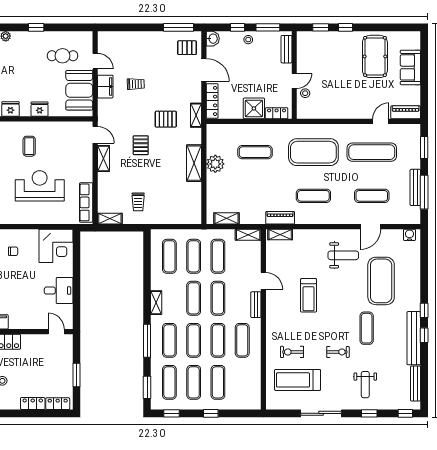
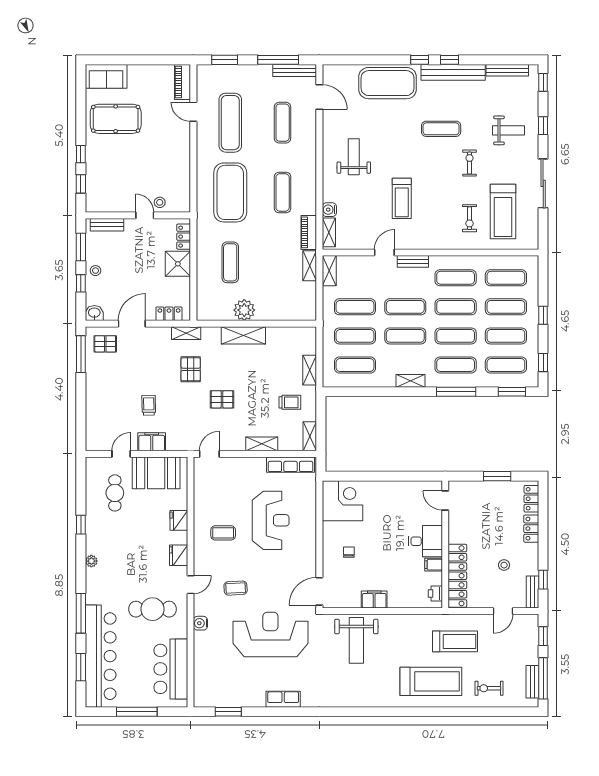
pallet: (187, 48) -> (105, 344), turned 90
sofa: (410, 67) -> (106, 76), moved
locker: (212, 101) -> (169, 314), width x0.66
shelving: (103, 159) -> (262, 444), moved
reception desk: (40, 186) -> (271, 520), turned 180
bench: (415, 187) -> (295, 70), moved
shelving: (165, 218) -> (310, 370), added
shelving: (227, 218) -> (310, 266), moved
door: (370, 227) -> (319, 97), moved
water cooler: (409, 235) -> (329, 210), moved
exercise mat: (381, 281) -> (388, 83), moved
desk: (59, 291) -> (425, 541), moved, turned 90
treadmill: (309, 295) -> (402, 198), turned 90
door: (56, 332) -> (445, 500), hinge flipped
exercise mat: (242, 382) -> (506, 278), added

